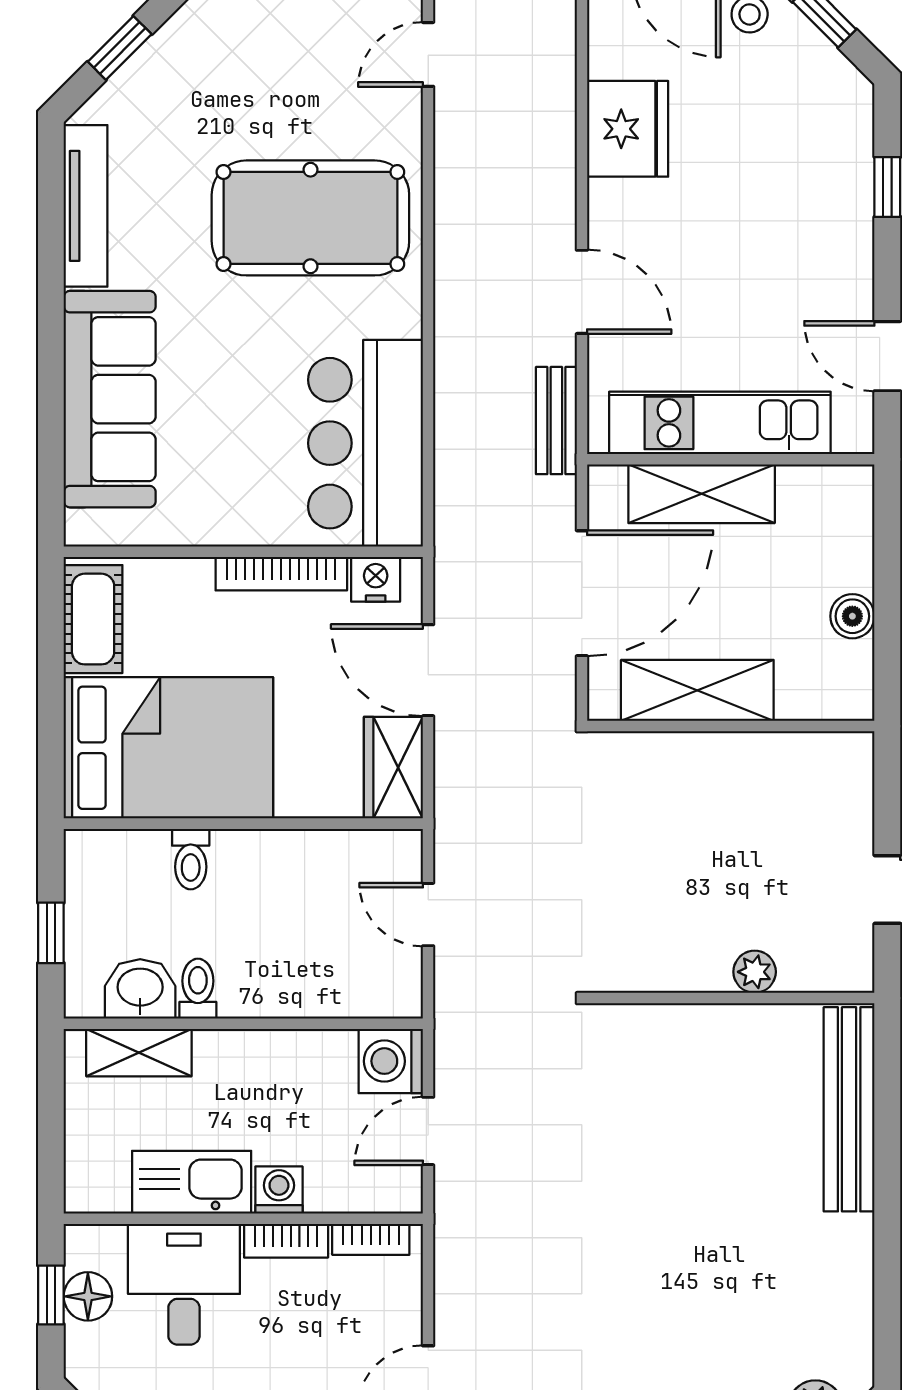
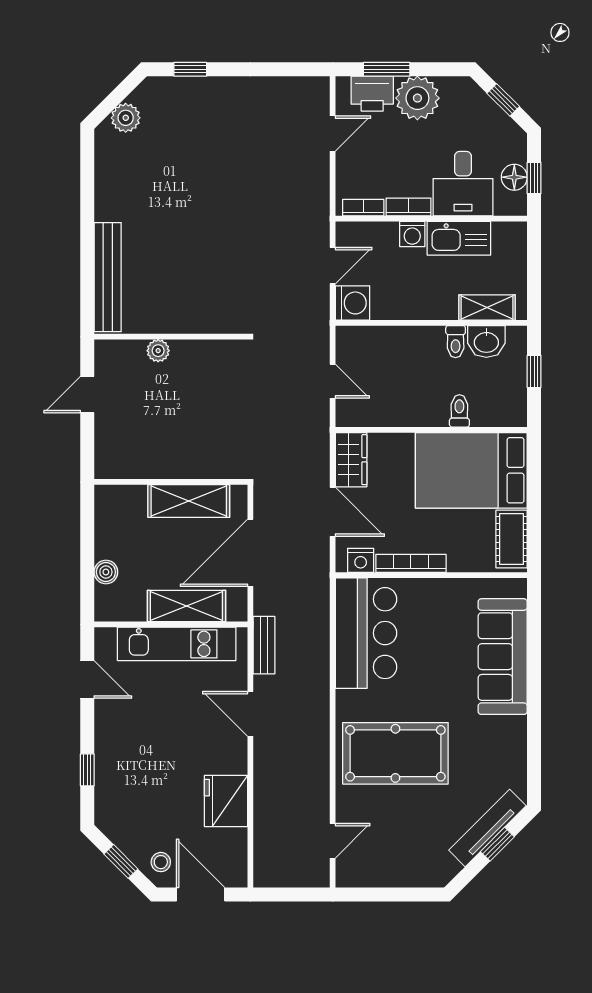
tv unit: (86, 206) -> (487, 828), moved, turned 45
boiler: (852, 616) -> (106, 572), moved

